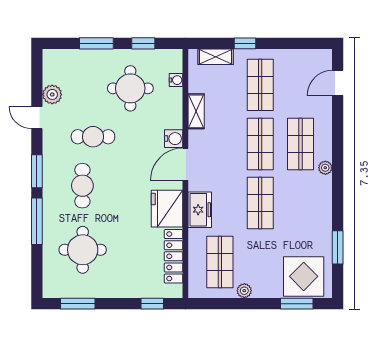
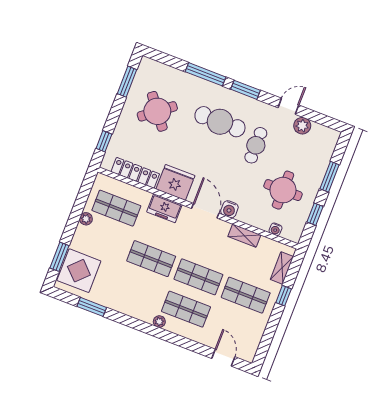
cafe table: (82, 186) -> (220, 122), width x1.37, depth x1.35
round table: (83, 250) -> (157, 111), moved, turned -38

